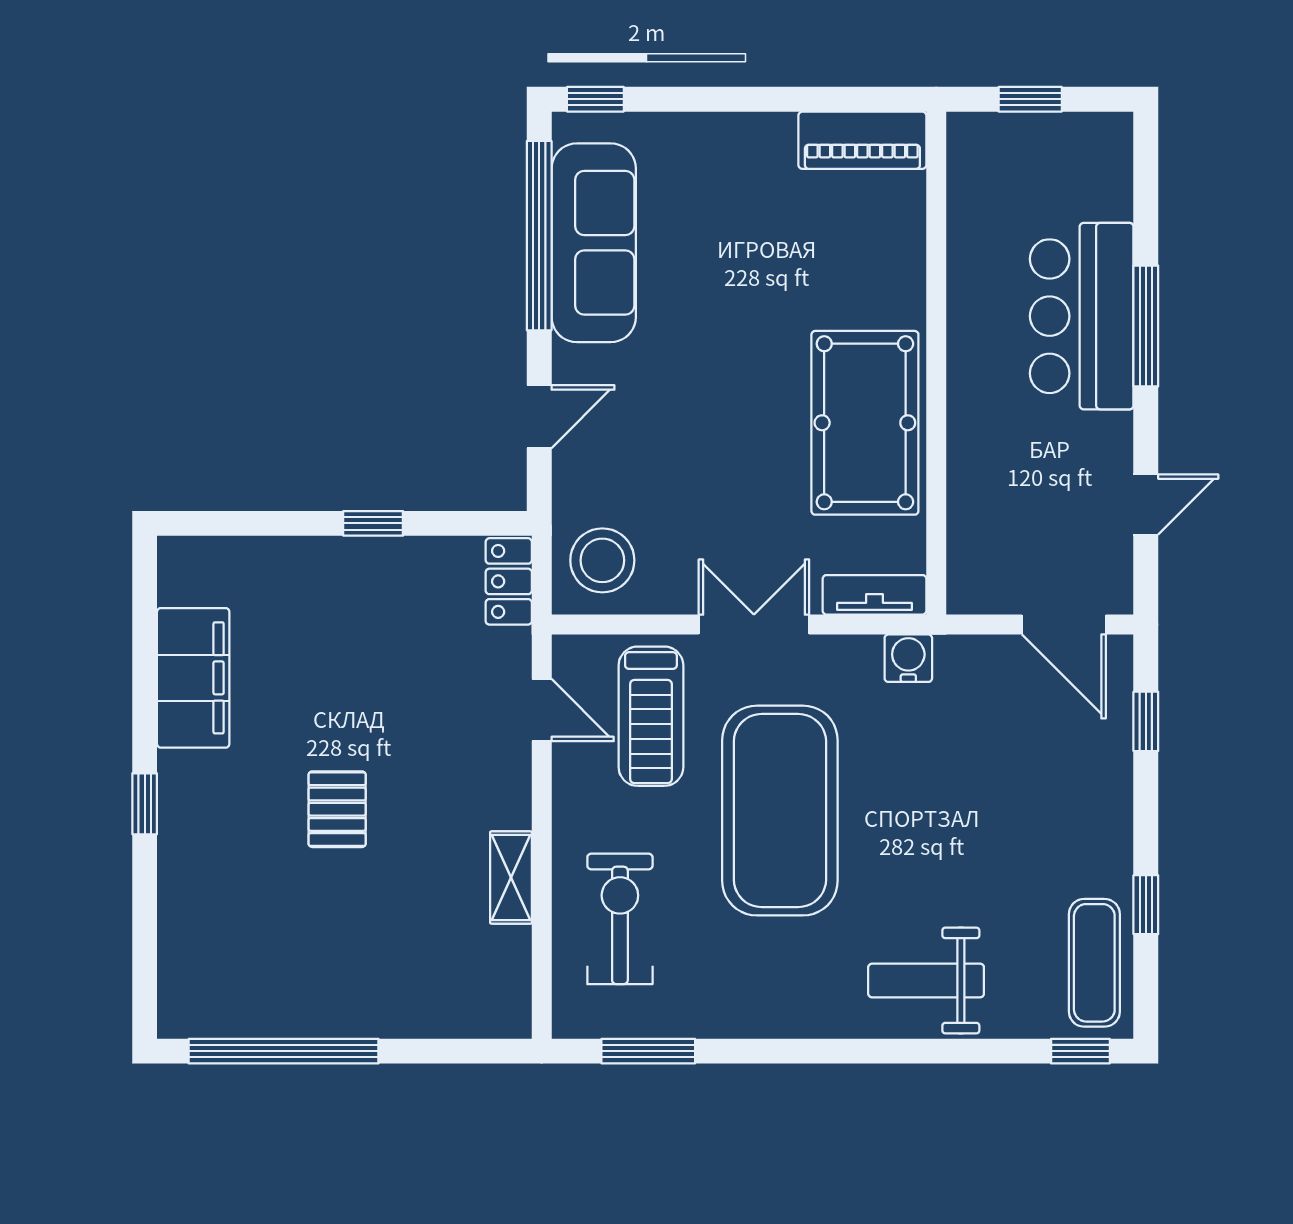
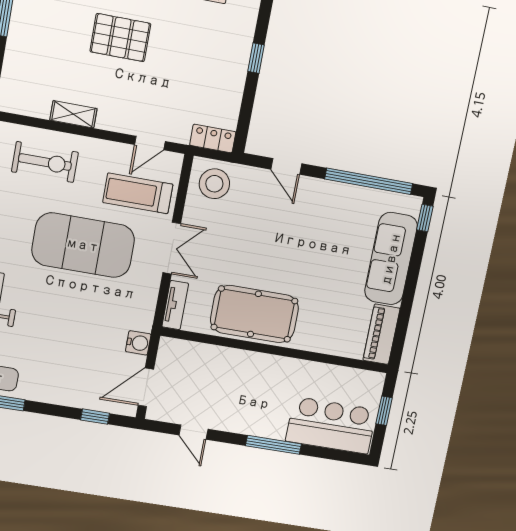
sofa: (594, 243) -> (391, 259), moved, turned 90
bar counter: (1082, 316) -> (331, 425), moved
window: (373, 523) -> (256, 58), moved
water cooler: (908, 658) -> (138, 343), moved
pallet: (337, 809) -> (120, 38), width x1.50, depth x1.42

